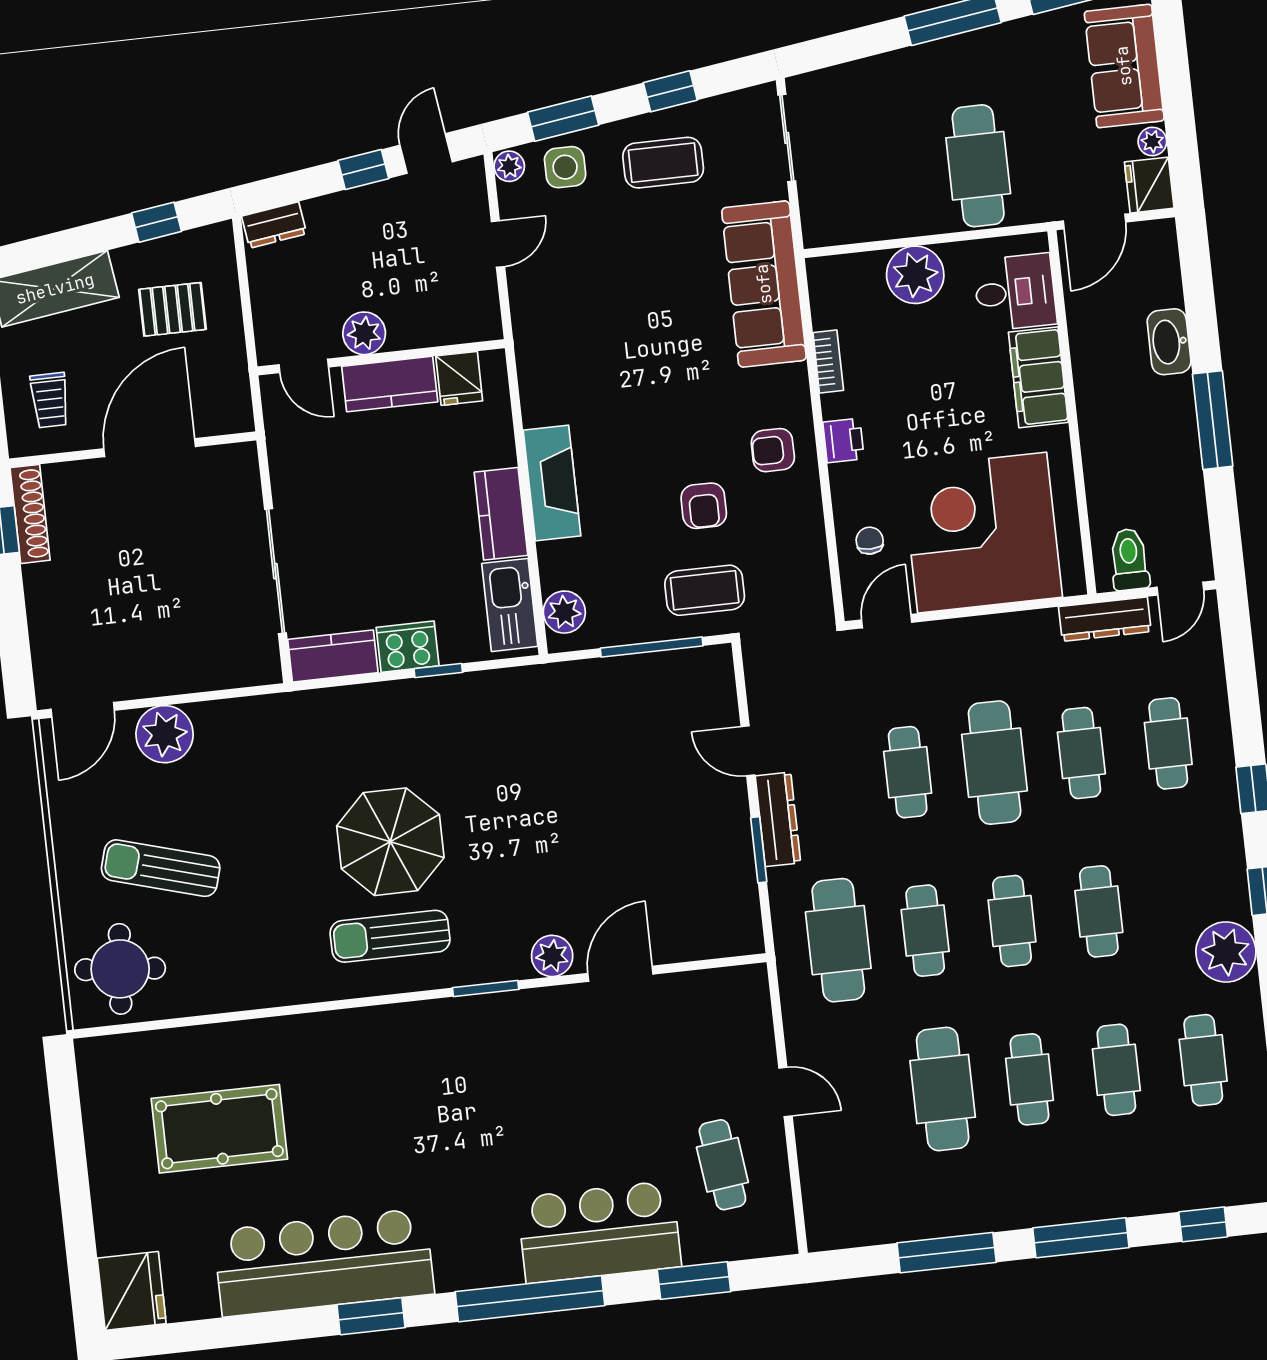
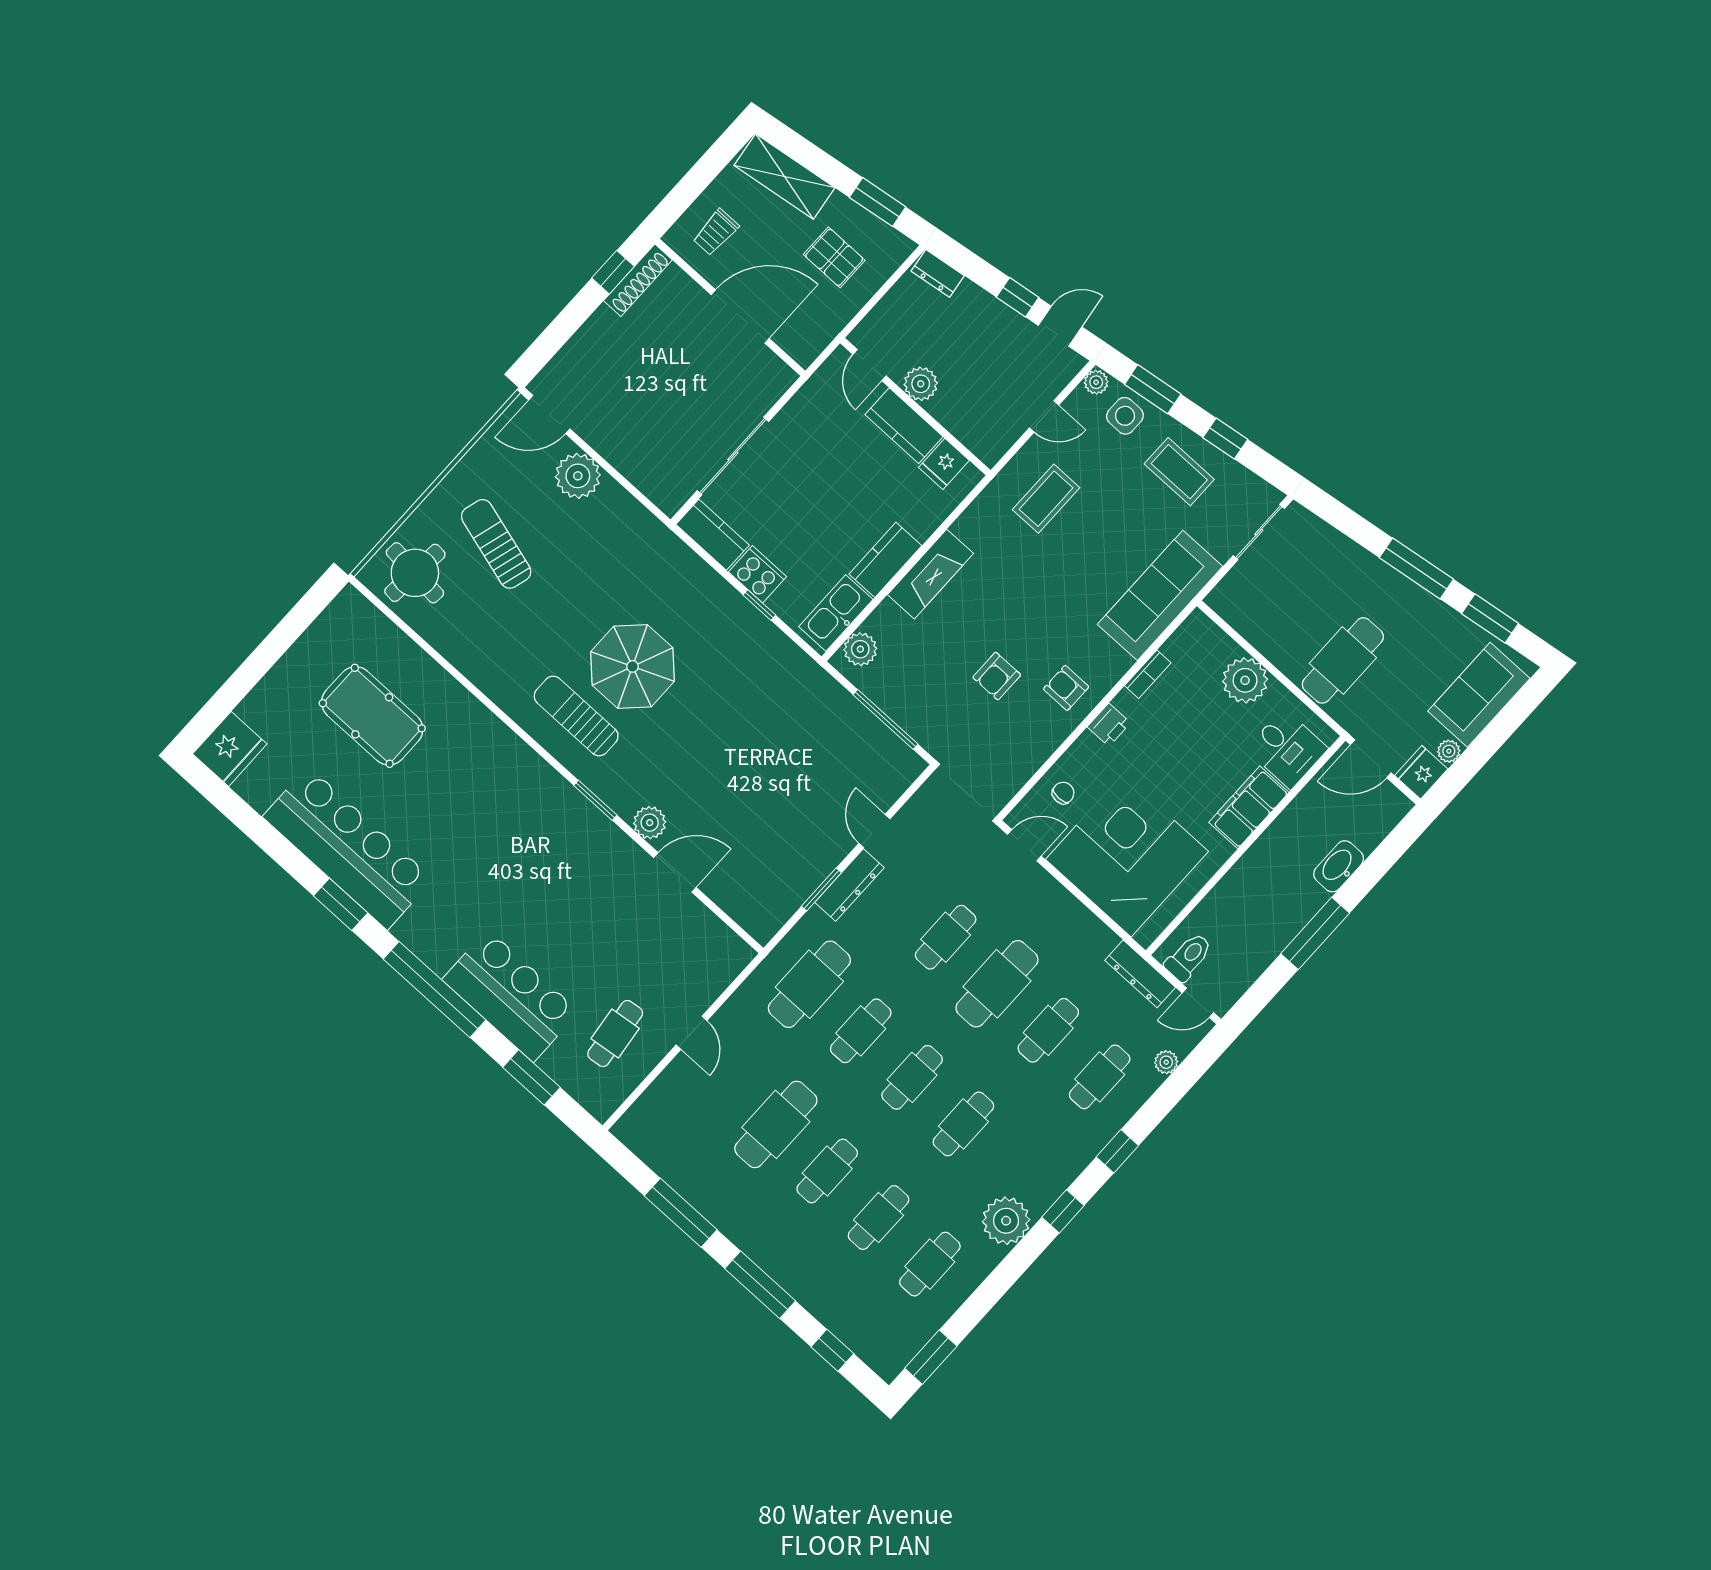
window: (157, 222) -> (878, 202), width x1.50
coffee table: (705, 590) -> (1046, 499), moved, turned 90
plant: (1210, 668) -> (1166, 1062), added

